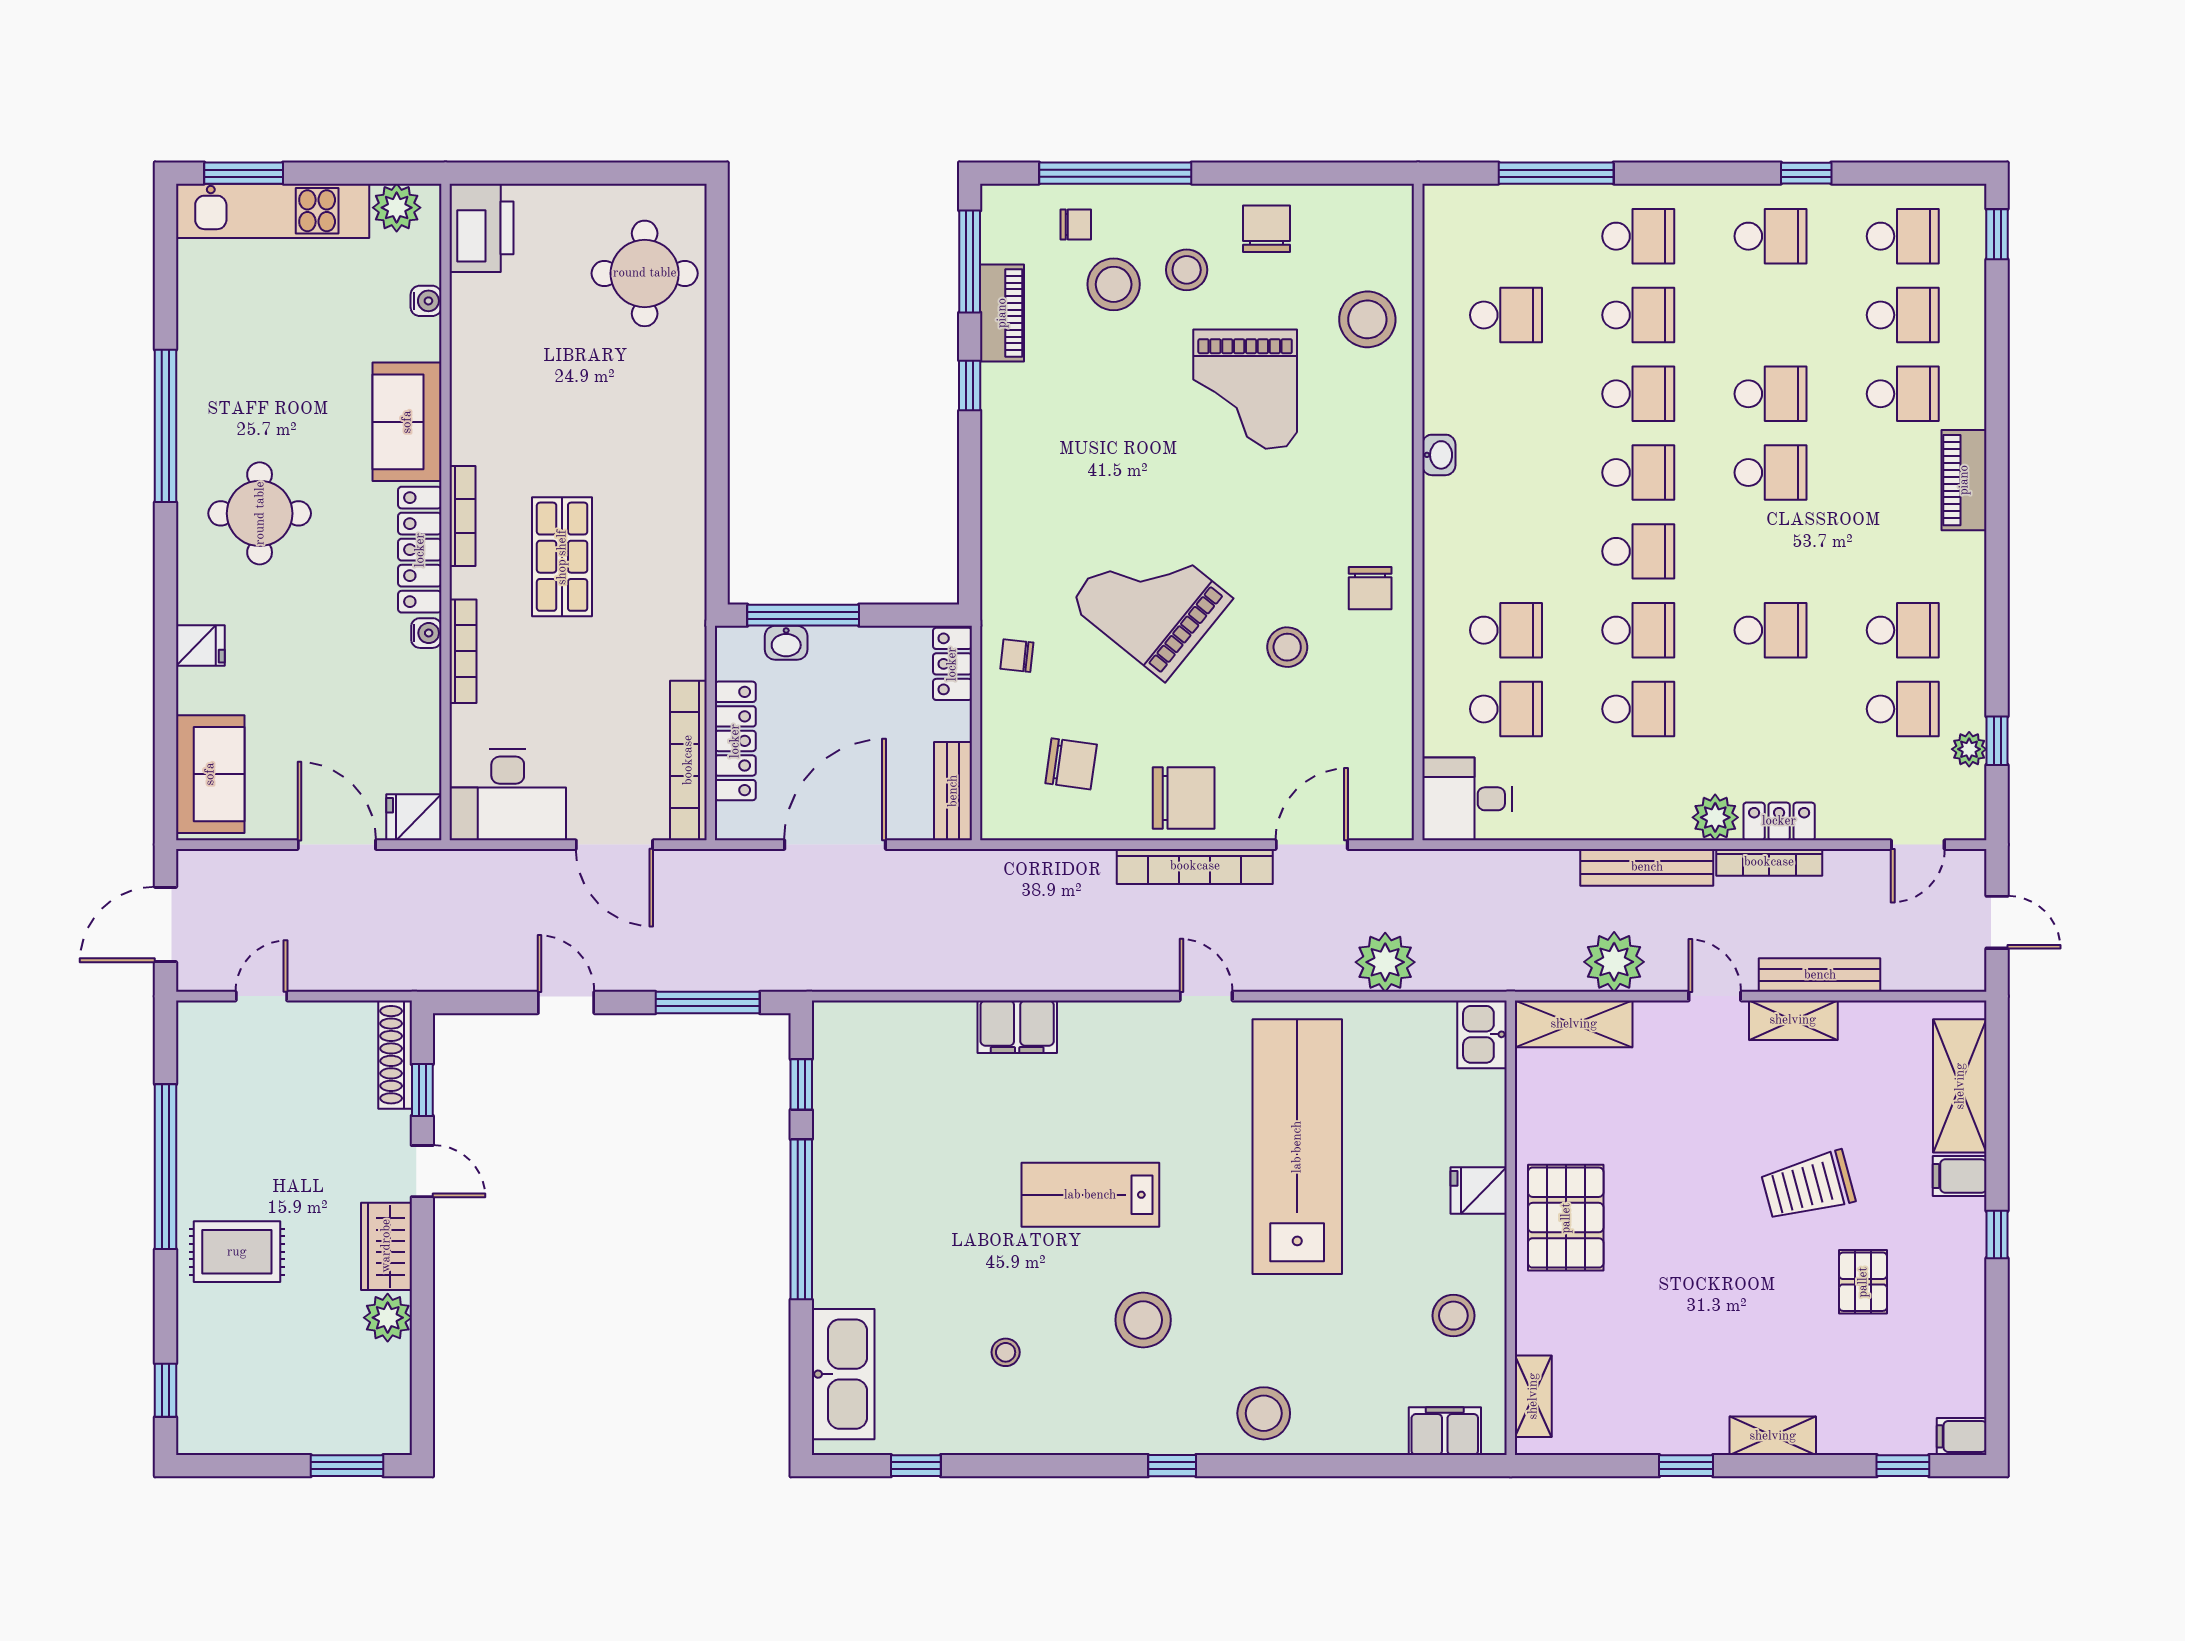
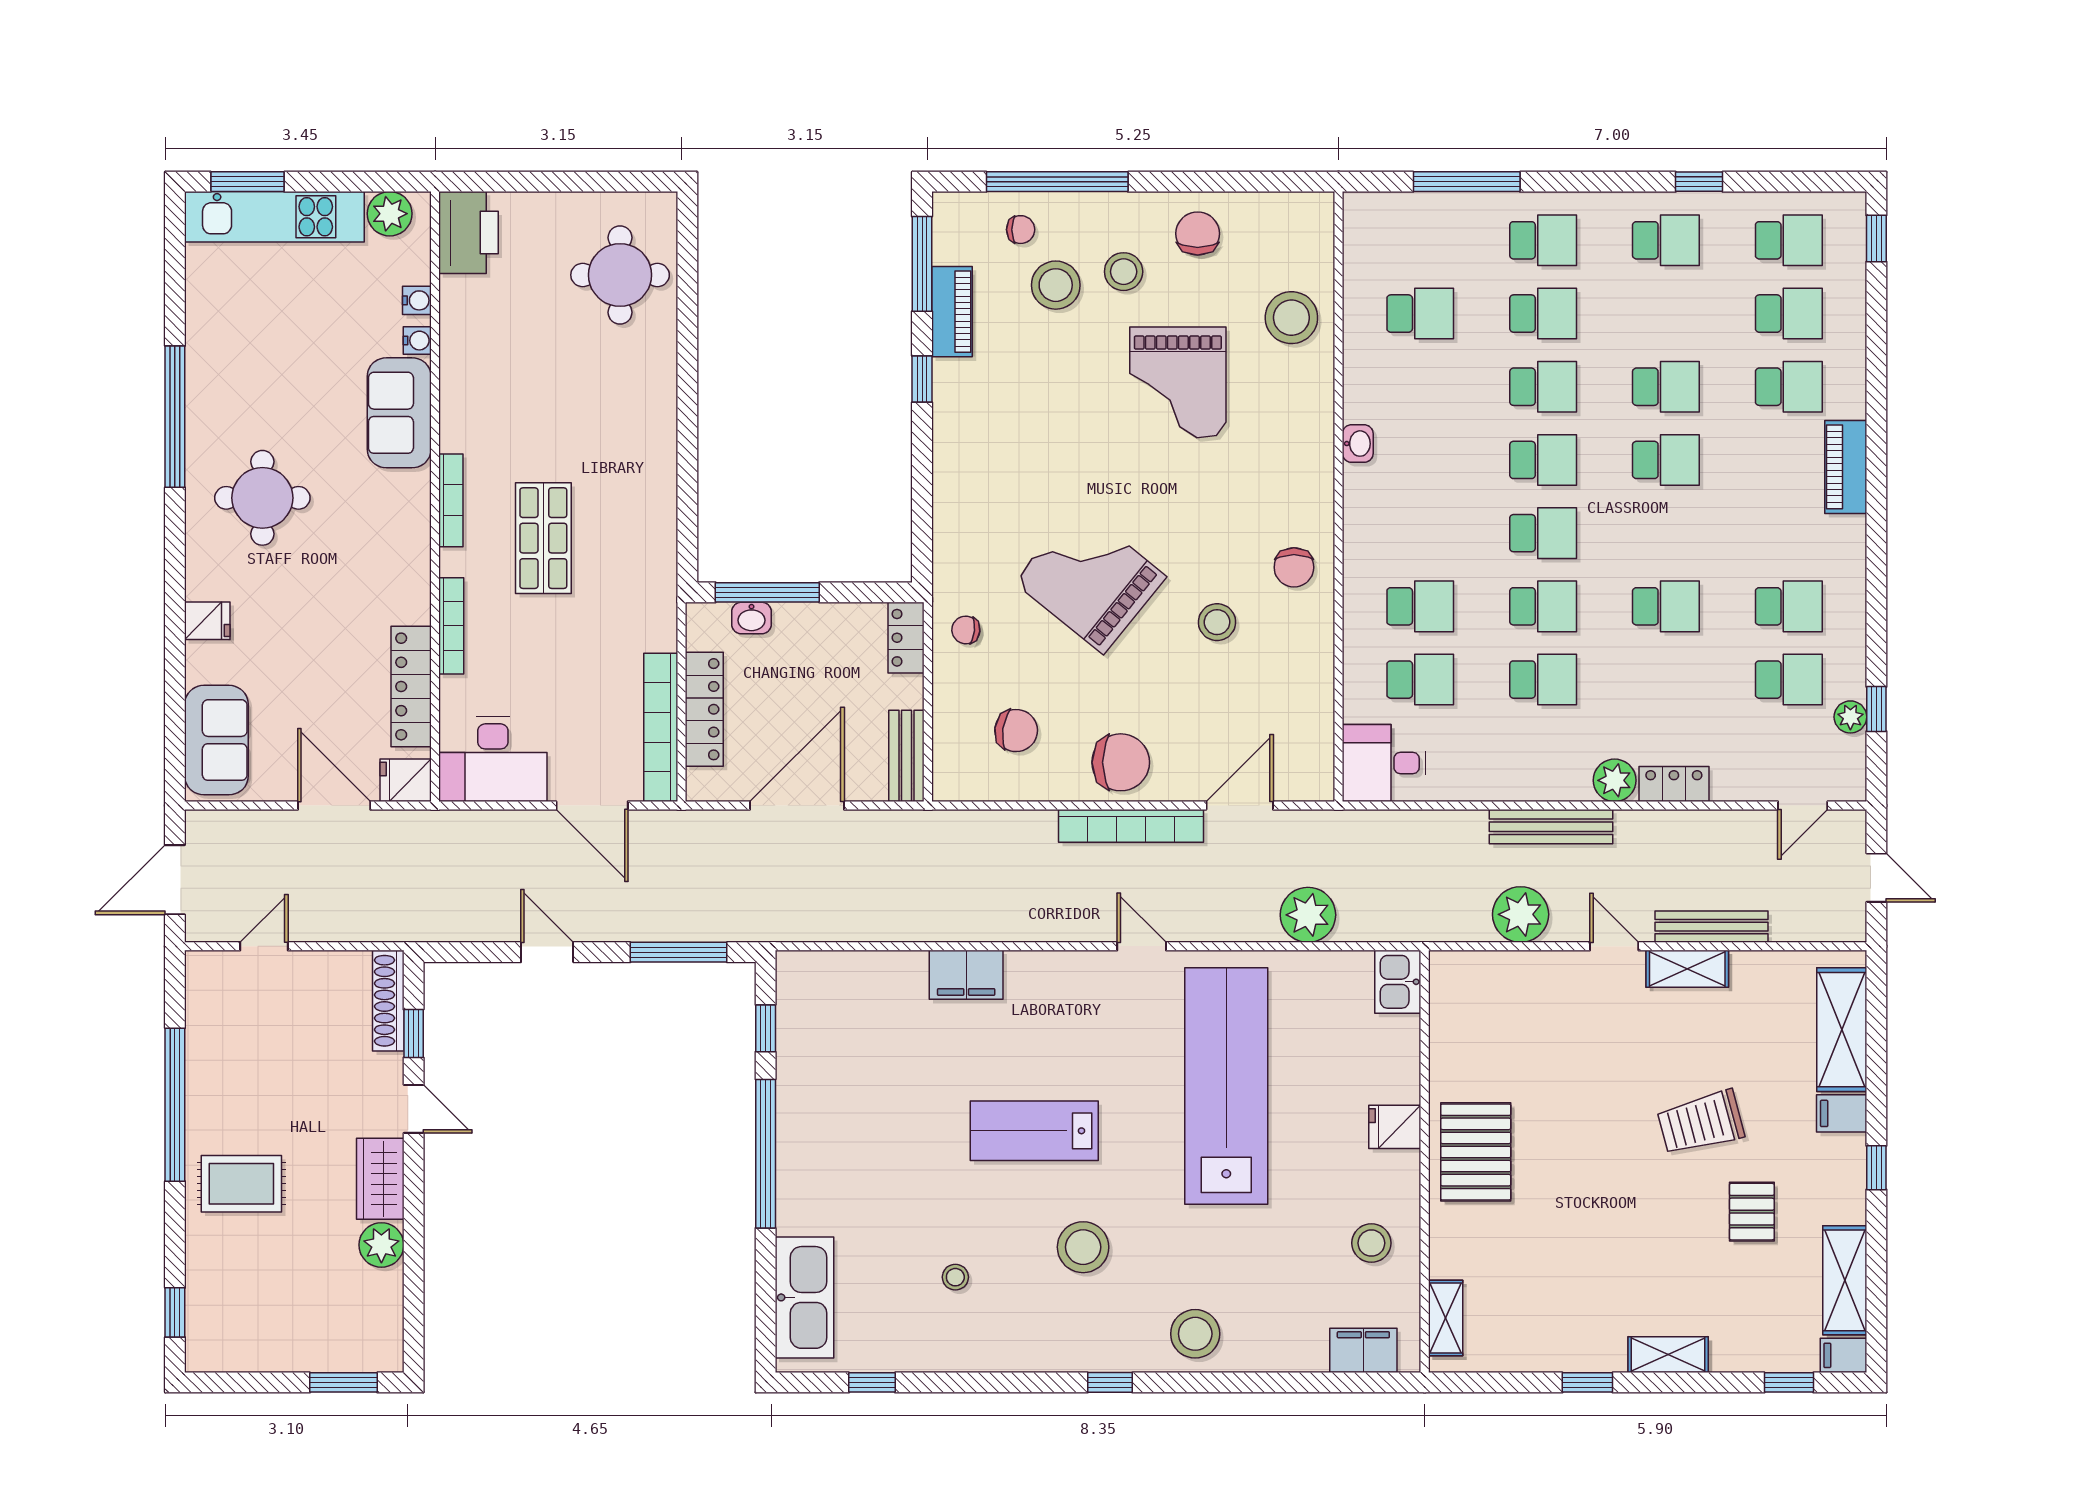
locker: (420, 550) -> (411, 686), moved
water cooler: (426, 633) -> (417, 341), moved
bookcase: (1769, 862) -> (1665, 822), removed
shelving: (1574, 1024) -> (1845, 1280), moved, turned 90

